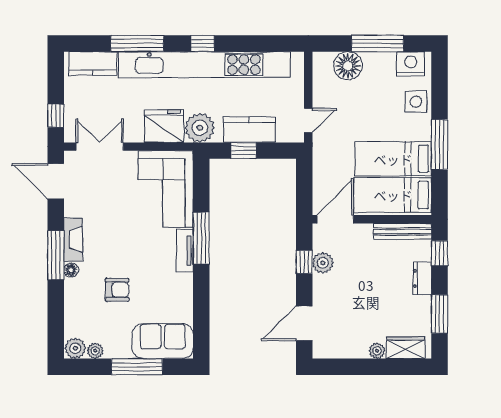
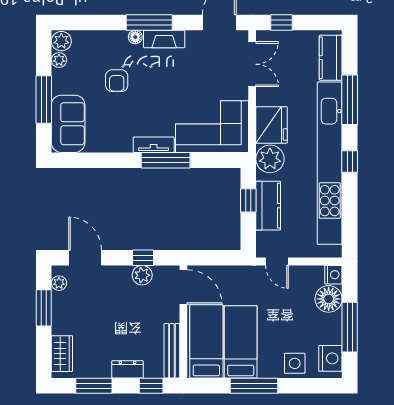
nightstand: (322, 61) -> (333, 275), added
plant: (377, 351) -> (59, 283), moved
window: (357, 367) -> (44, 308), added

